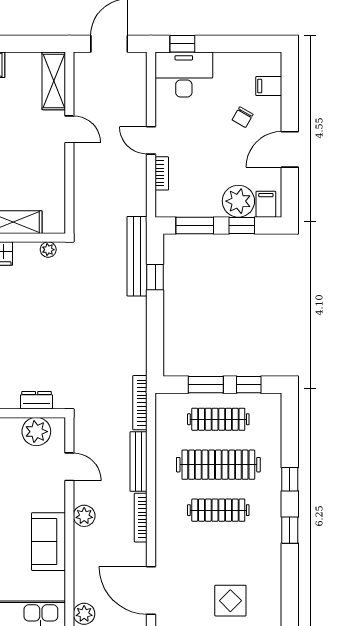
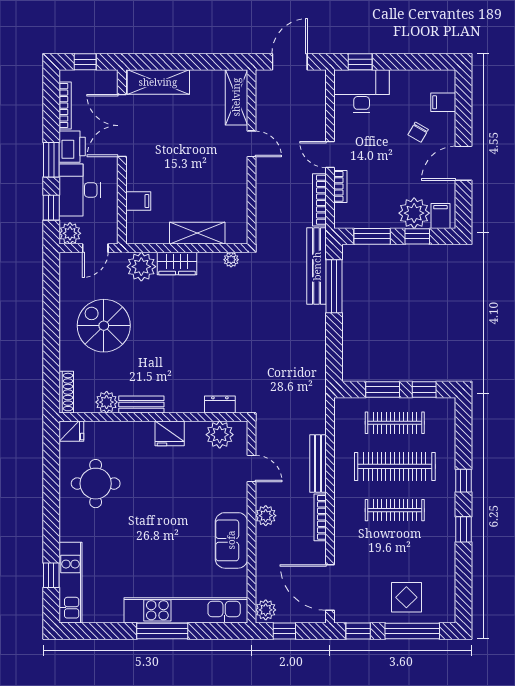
window: (155, 277) -> (334, 286), width x2.17
bookcase: (140, 403) -> (319, 200), moved

